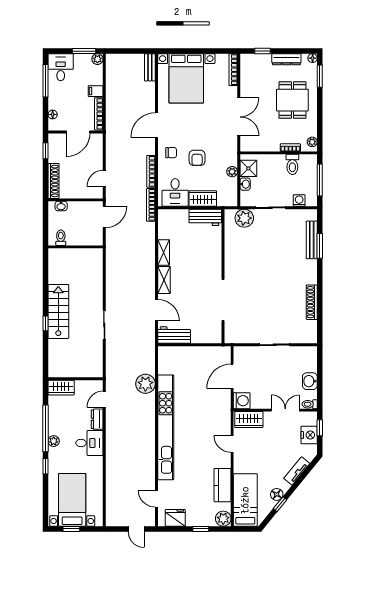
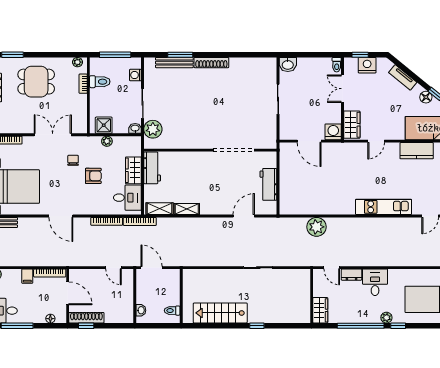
chair: (171, 153) -> (73, 160), moved
shoe rack: (54, 181) -> (86, 318), moved
washbasin: (245, 184) -> (135, 128), moved
shelving: (164, 280) -> (160, 209), moved
shoe rack: (312, 302) -> (211, 63), moved
stairs: (58, 311) -> (220, 313), moved
workbench: (174, 335) -> (268, 184), moved
washbasin: (310, 381) -> (288, 64), moved
kitchen unit: (166, 427) -> (384, 207), width x0.54
plant: (54, 441) -> (386, 318), moved

